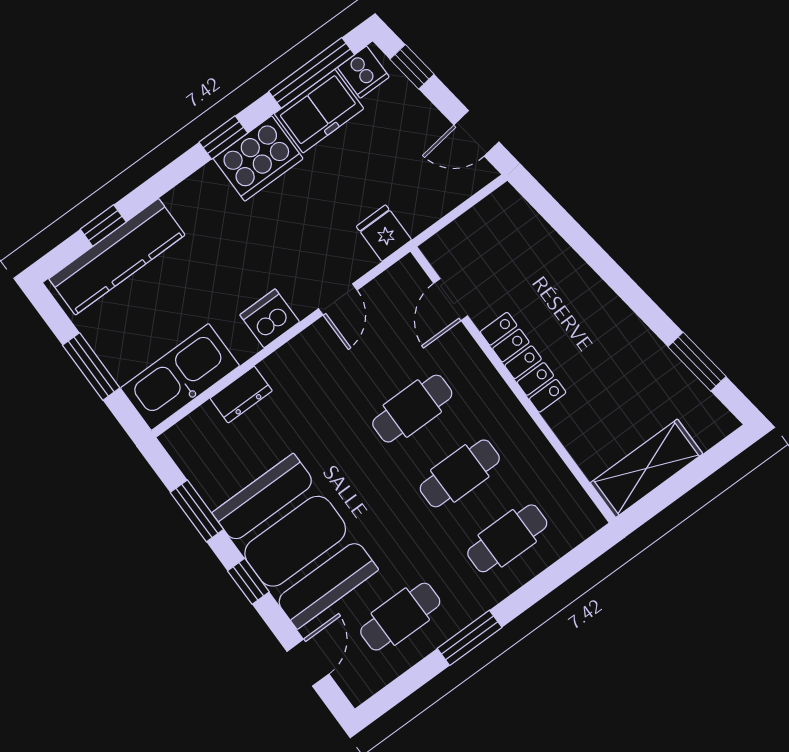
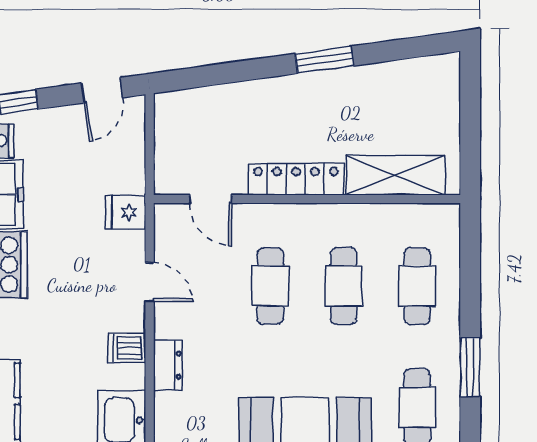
dishwasher: (270, 318) -> (127, 348), width x0.73
window: (697, 362) -> (324, 60), moved
dresser: (241, 395) -> (168, 365), moved
shelving: (647, 468) -> (395, 175), moved, turned 90

